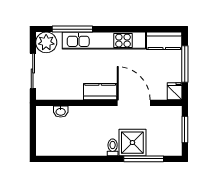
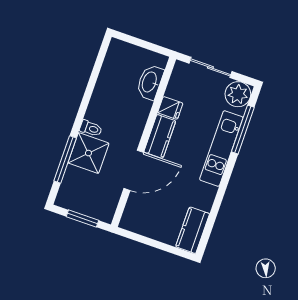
kitchen unit: (104, 41) -> (221, 148), width x0.73
window: (185, 64) -> (158, 245), removed
fridge: (175, 91) -> (170, 108), moved
washbasin: (61, 111) -> (150, 82), width x1.91, depth x1.45

